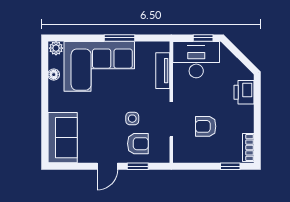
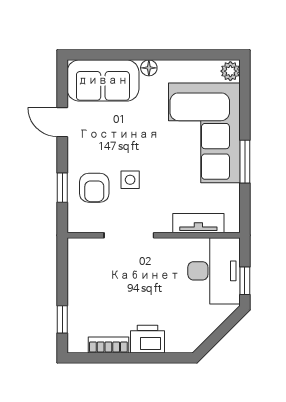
floor lamp: (54, 75) -> (149, 68), moved
printer: (244, 92) -> (148, 339), moved
armchair: (206, 126) -> (119, 284), removed
bookcase: (248, 148) -> (108, 345), moved
door: (107, 166) -> (62, 122), moved

